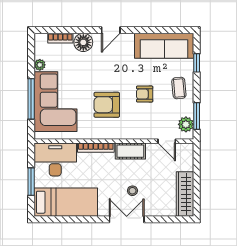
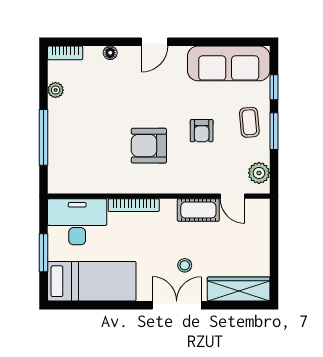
bookcase: (60, 38) -> (65, 53), moved
floor lamp: (83, 42) -> (110, 53), width x0.53, depth x0.53
armchair: (145, 94) -> (202, 131), turned -90
corner sofa: (55, 102) -> (77, 141), removed
window: (197, 116) -> (274, 131), moved
cot: (130, 151) -> (198, 210), moved
wardrobe: (185, 194) -> (239, 289), moved, turned 90

